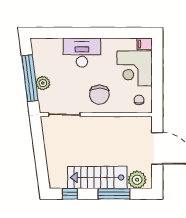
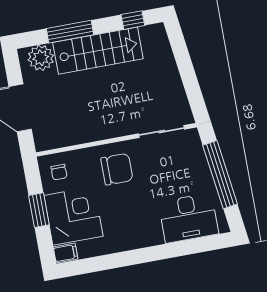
desk: (82, 53) -> (188, 218), moved
window: (157, 76) -> (39, 210), added
plant: (43, 83) -> (200, 171), removed
chair: (99, 95) -> (117, 169), turned 90

